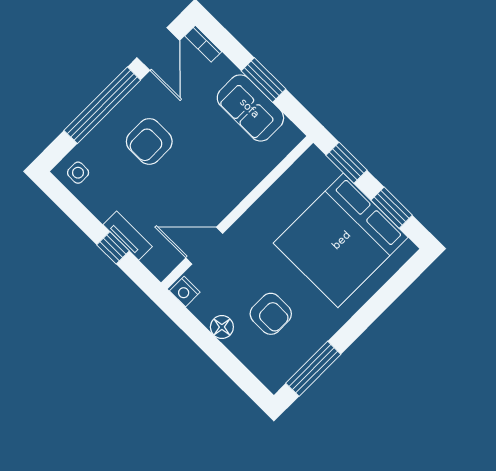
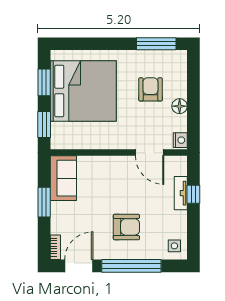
sofa: (250, 108) -> (63, 178), moved

